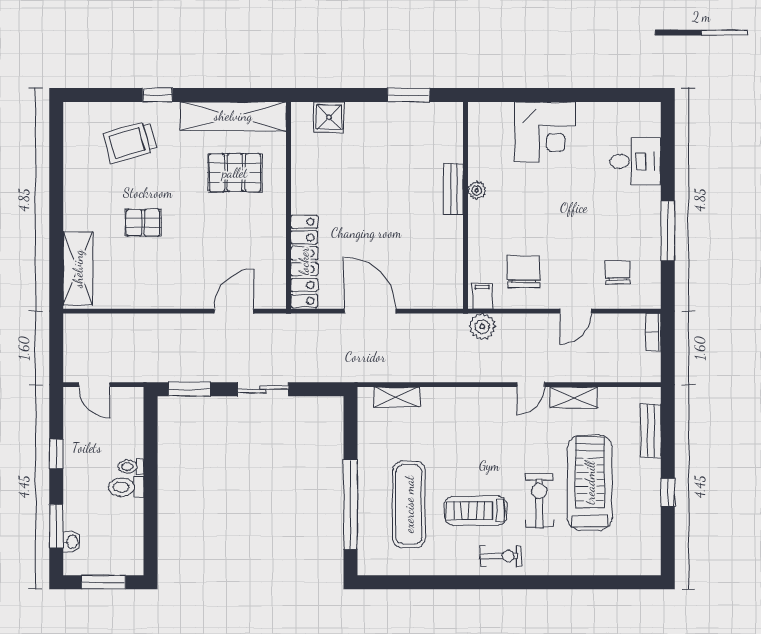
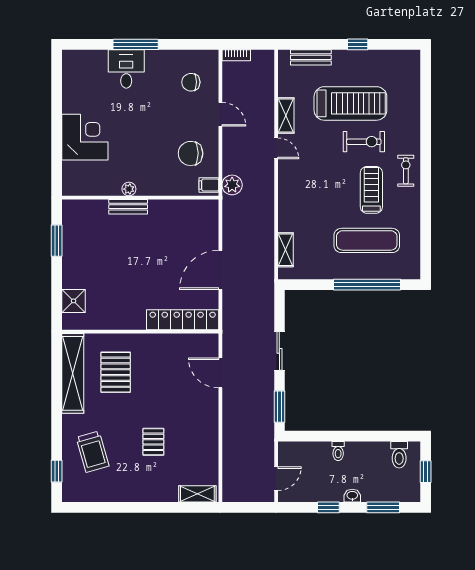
window: (157, 95) -> (57, 471), moved
desk: (635, 161) -> (126, 69), moved
window: (668, 231) -> (136, 44), moved
shelving: (78, 269) -> (197, 494), width x0.67, depth x0.75
treadmill: (590, 483) -> (350, 103), turned 180
toilet: (126, 487) -> (399, 455), moved
exercise bike: (539, 501) -> (364, 142), turned 180
treadmill: (476, 511) -> (371, 190), turned 180
washbasin: (72, 542) -> (352, 496), moved
window: (103, 582) -> (426, 472), width x0.67

